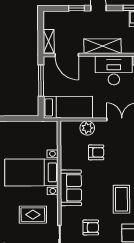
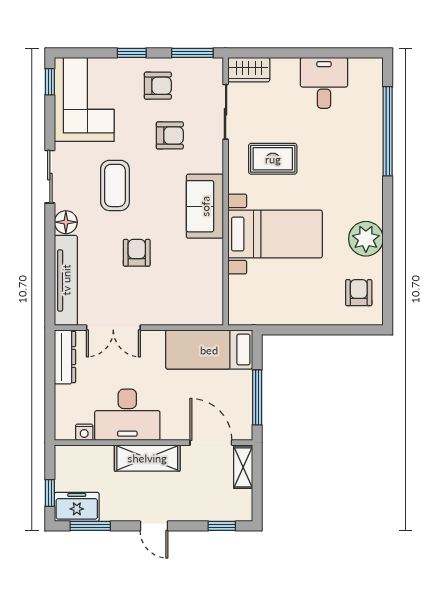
window: (77, 8) -> (222, 526), moved
plant: (87, 128) -> (175, 313), removed
armchair: (96, 152) -> (137, 253), moved, turned 90
armchair: (91, 227) -> (170, 135), turned 180

